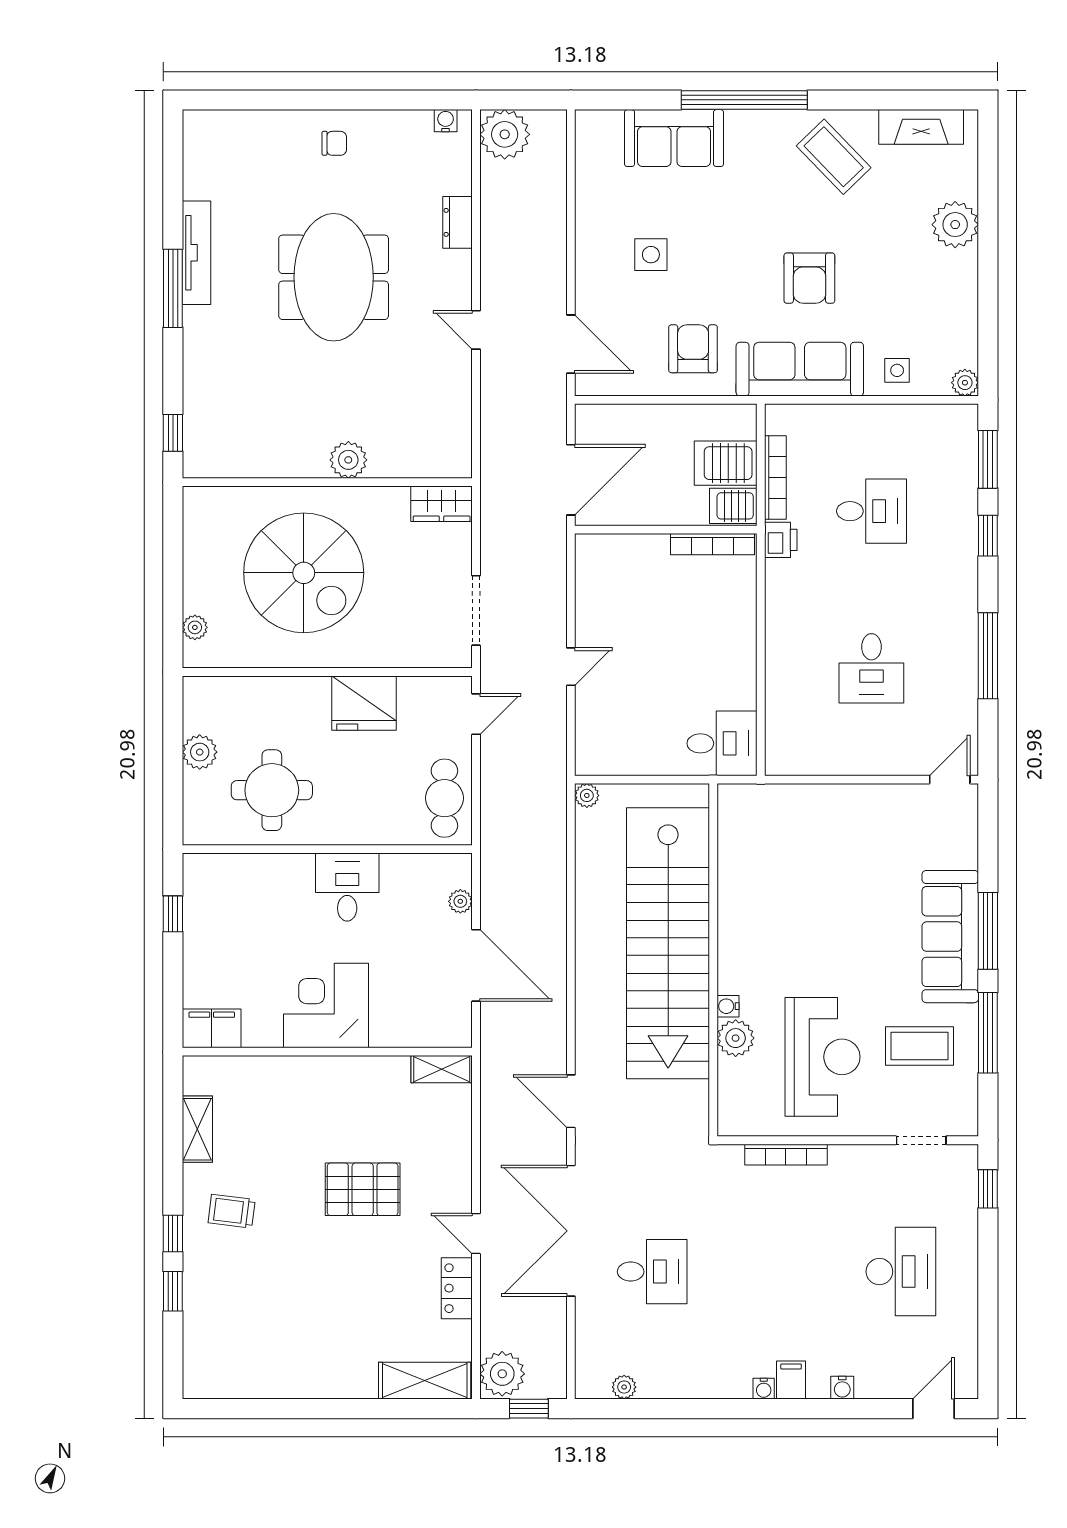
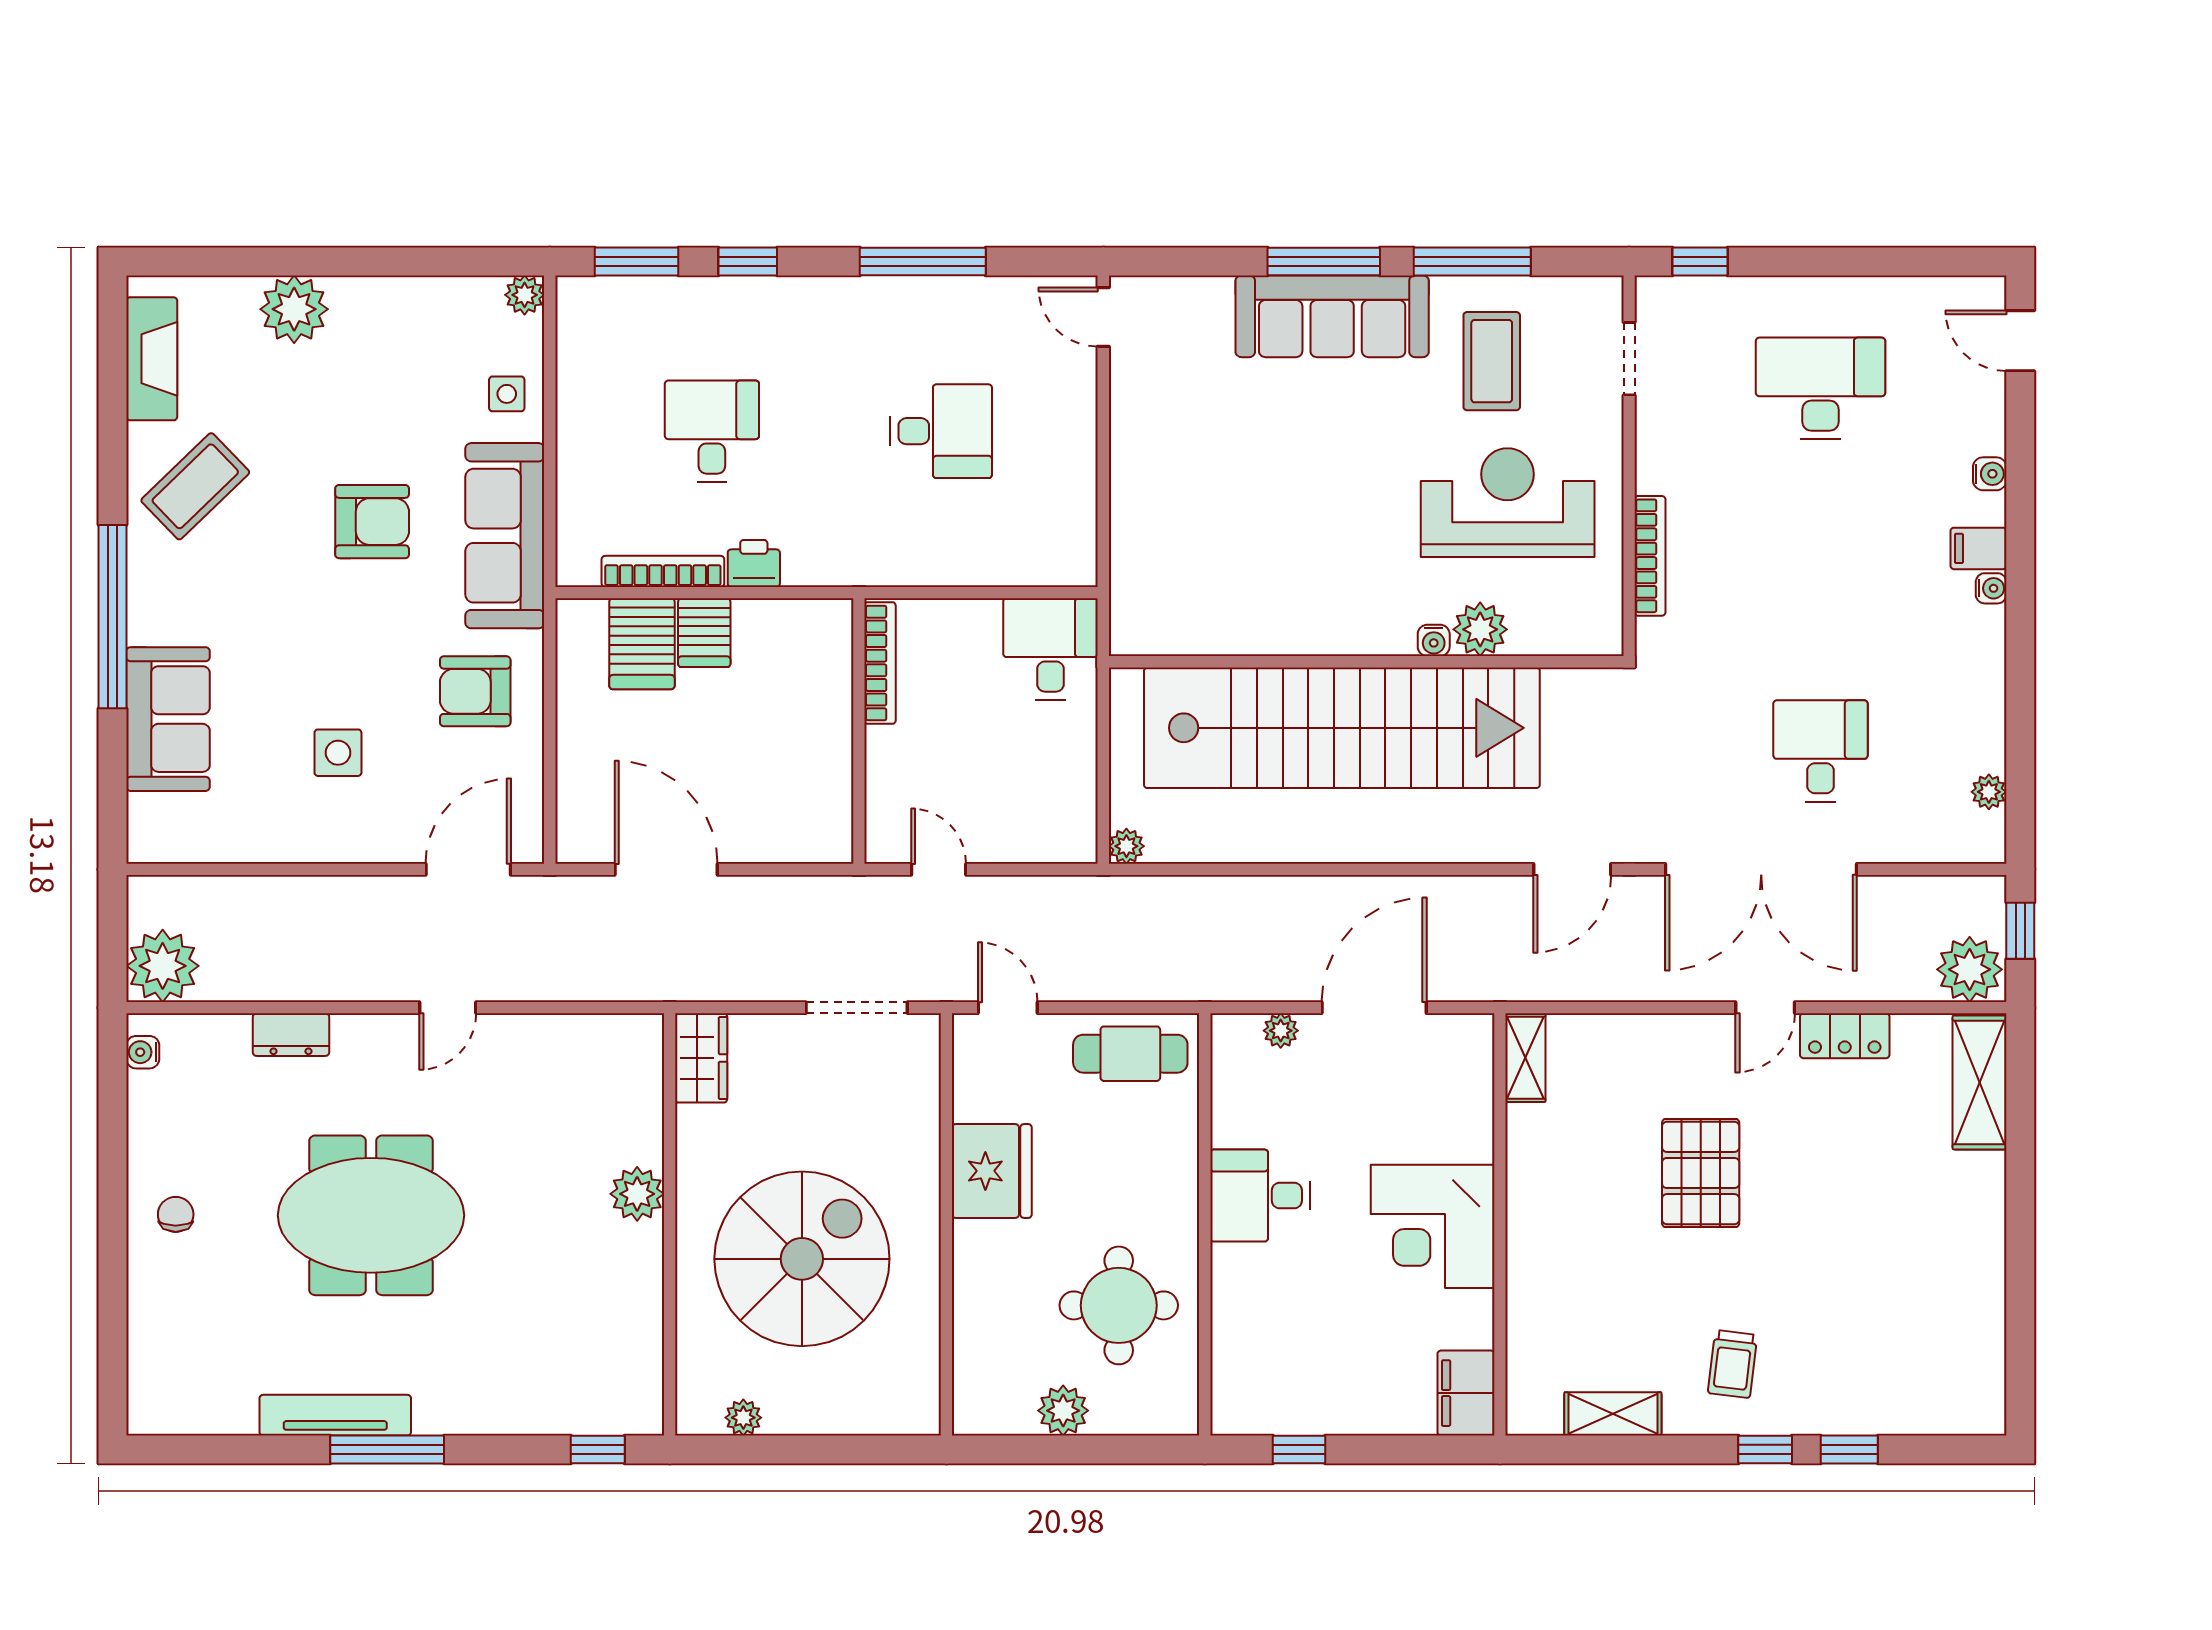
wall: (666, 530) -> (859, 731), moved
bookcase: (712, 544) -> (880, 663), moved
plant: (195, 627) -> (743, 1418), moved

